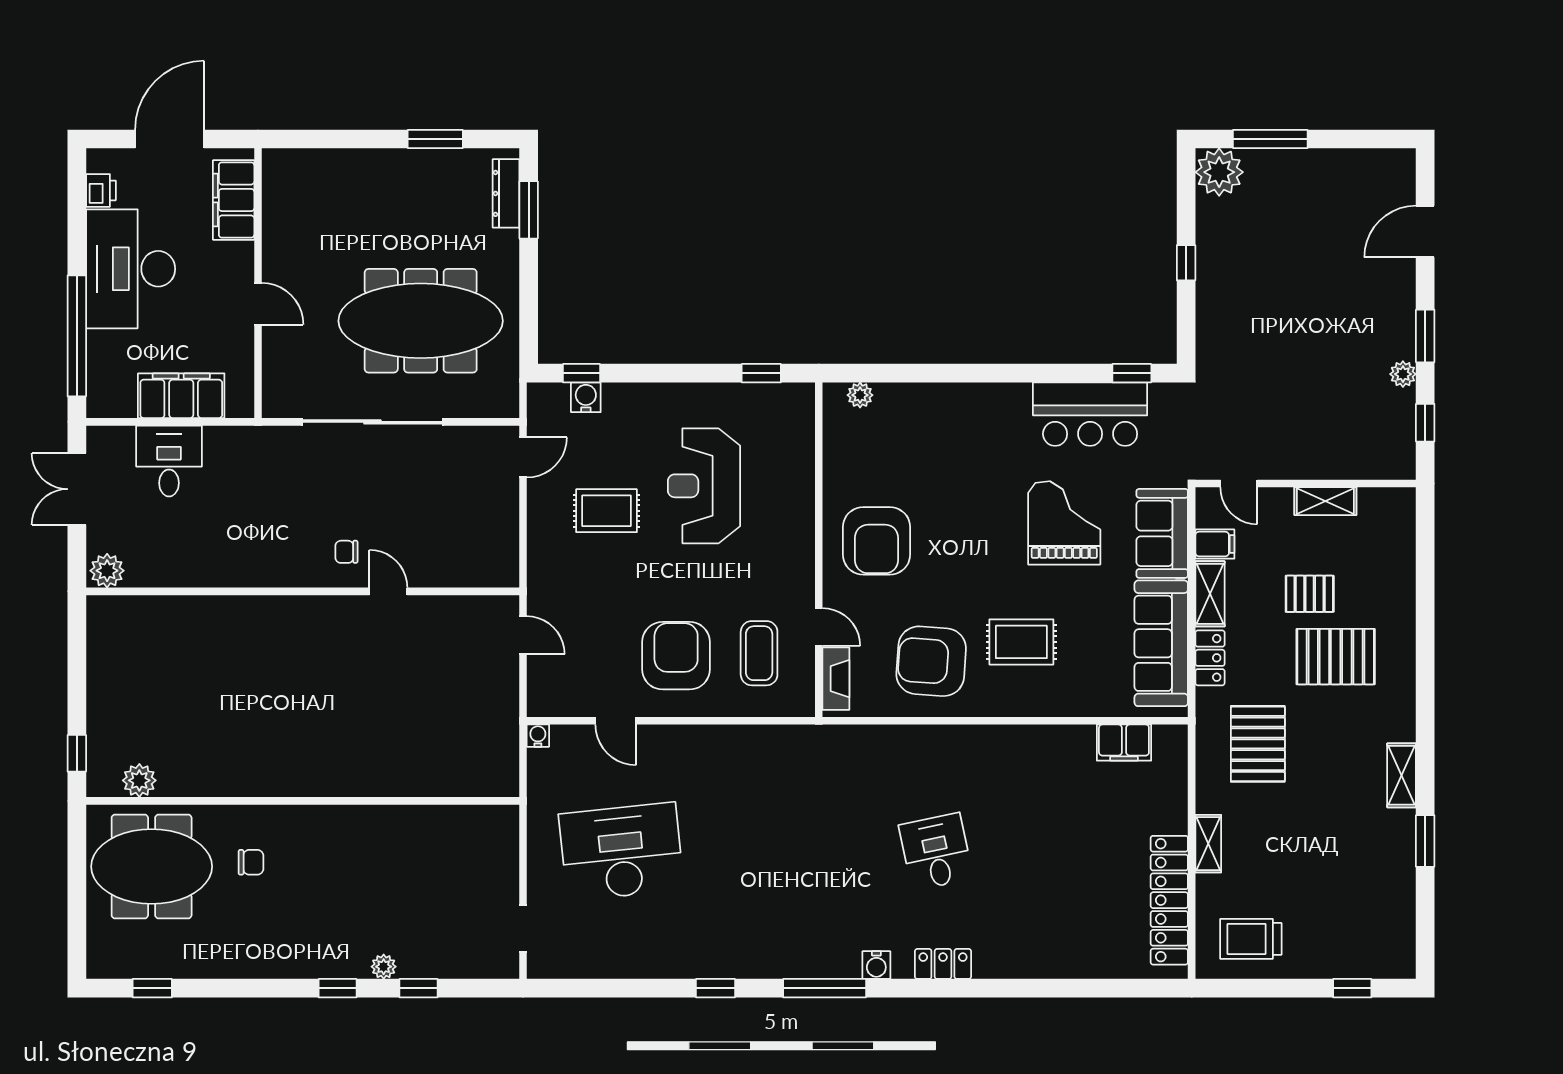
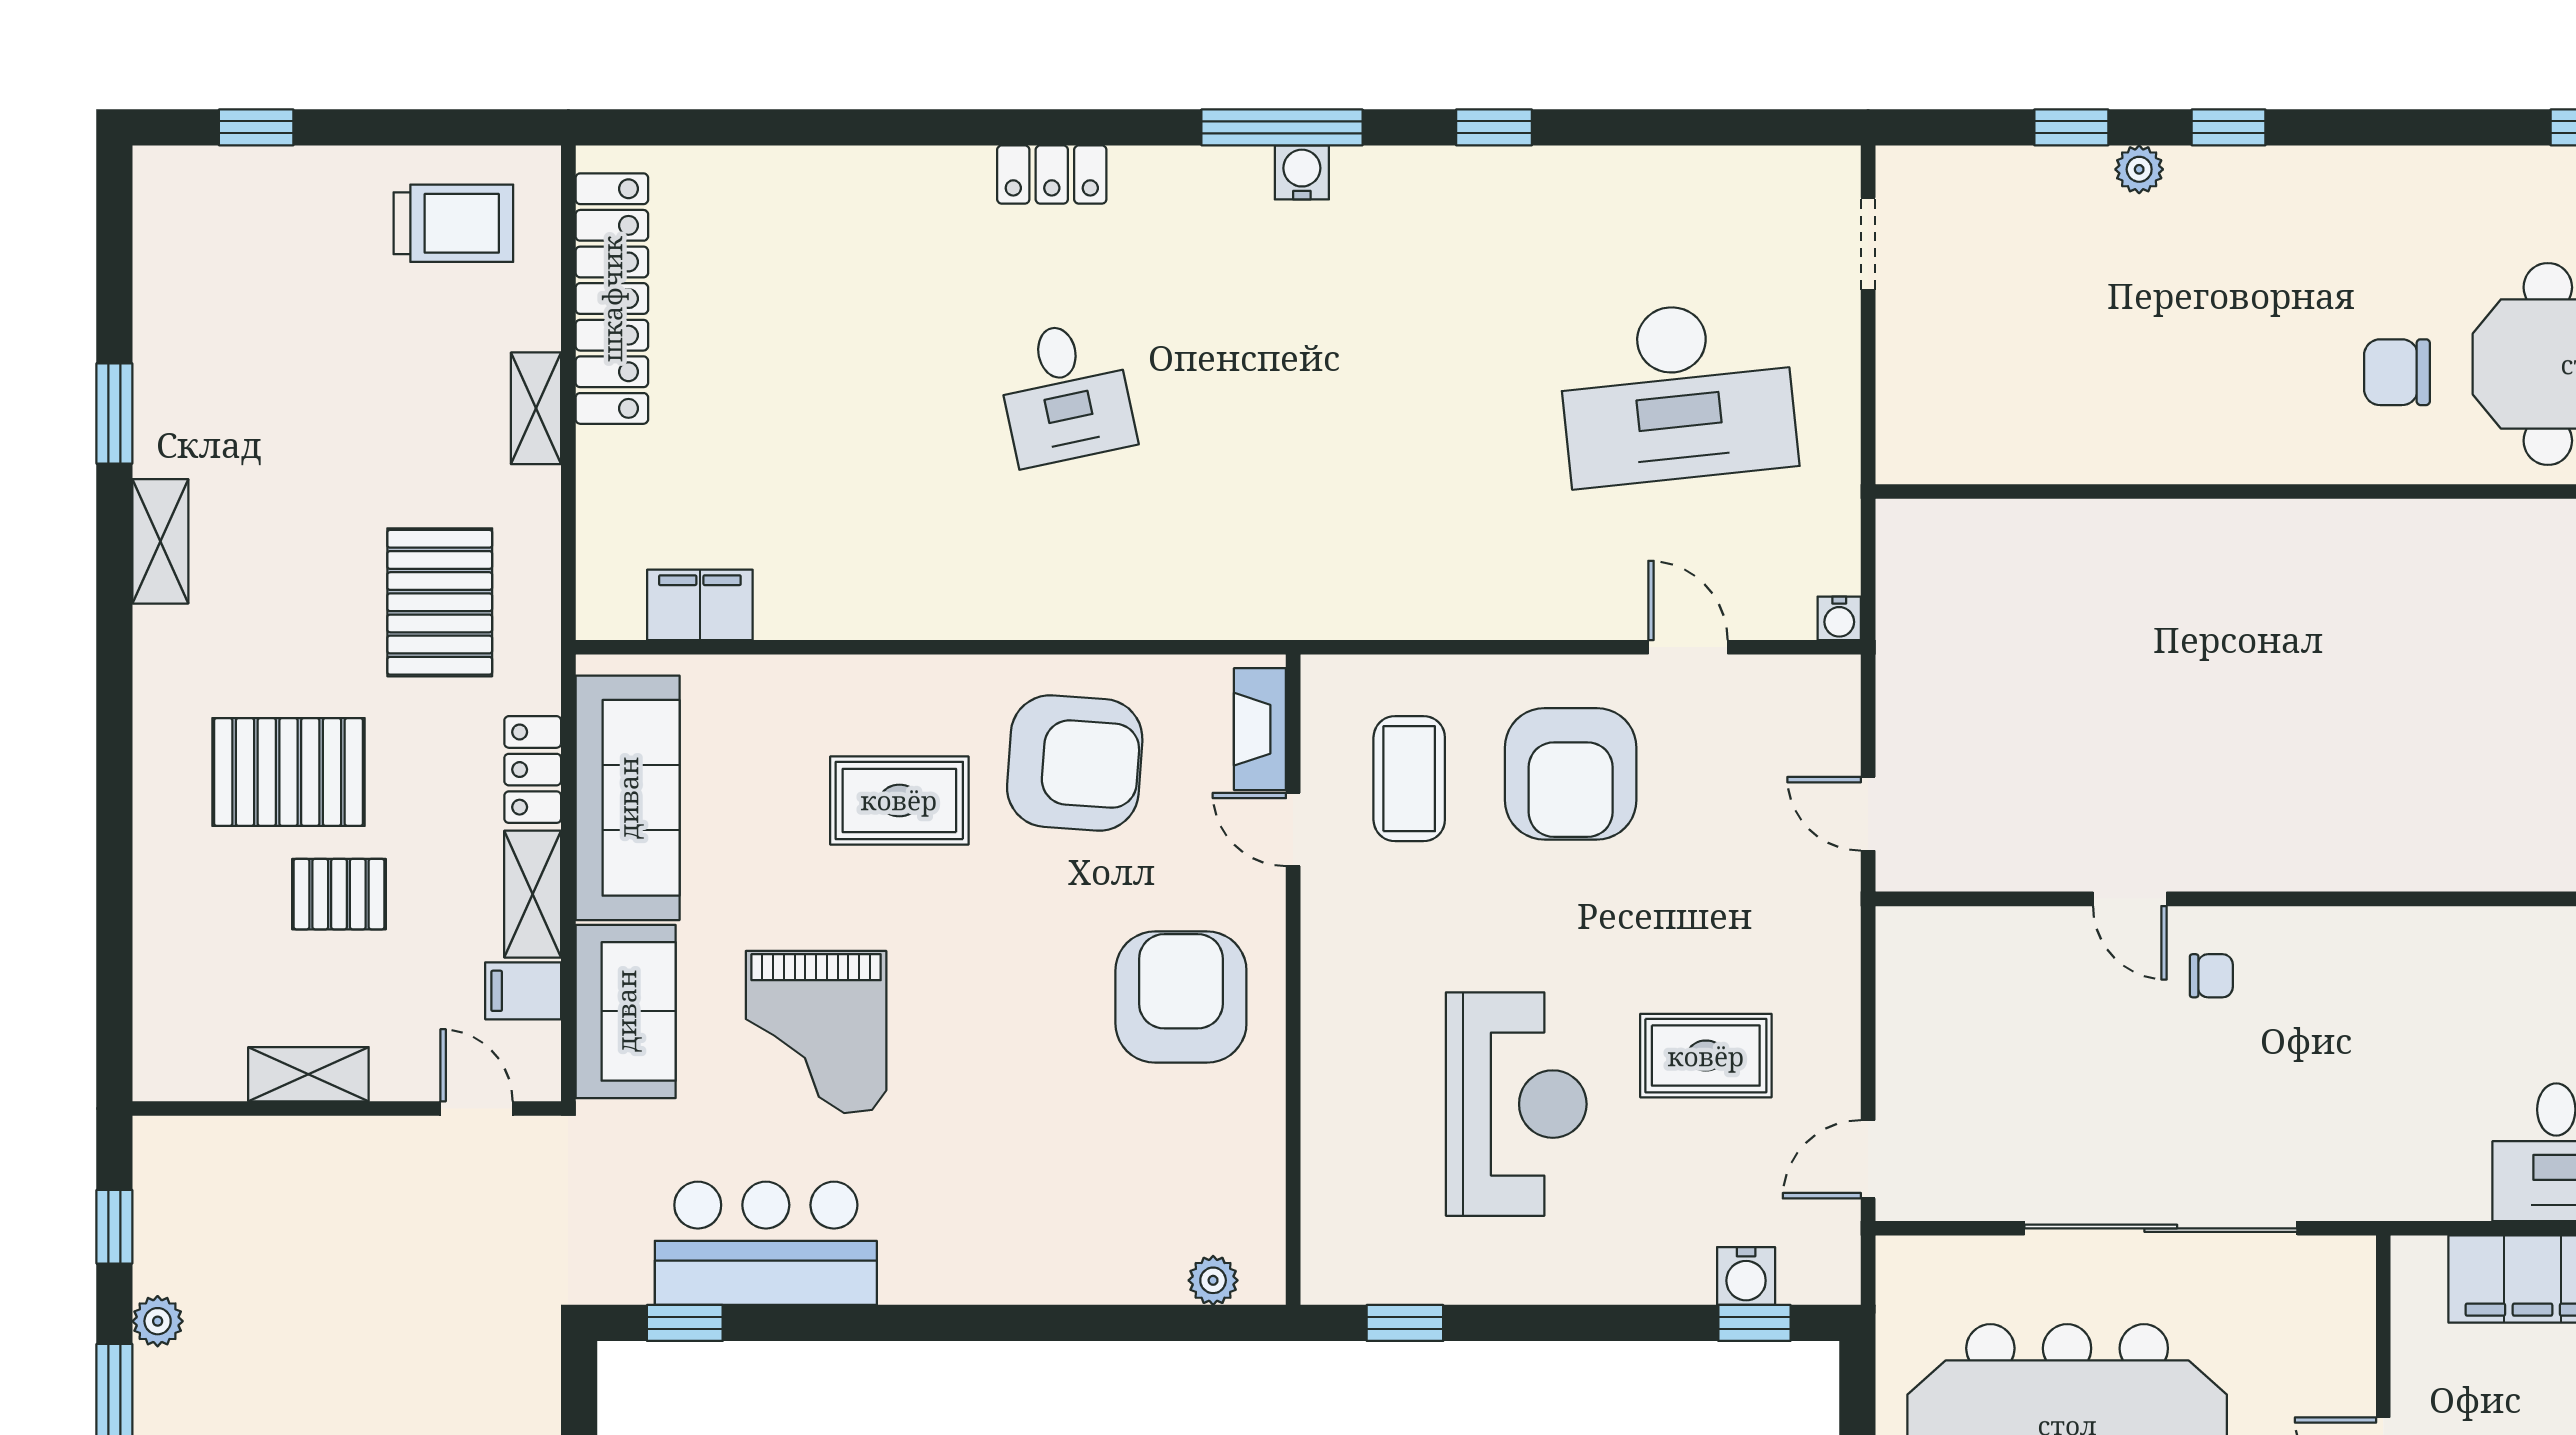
chair: (251, 862) -> (2397, 372), width x1.37, depth x1.37
water cooler: (876, 965) -> (1302, 172), moved

